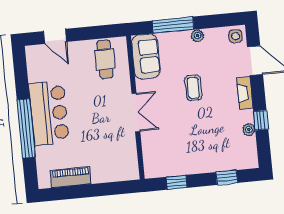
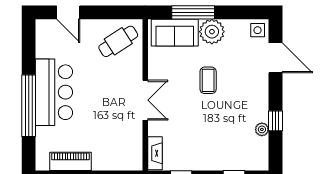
plant: (198, 36) -> (212, 32), width x1.88, depth x1.88
sofa: (146, 56) -> (175, 33), moved, turned 90
cafe table: (105, 59) -> (118, 41), turned 57
fireplace: (245, 93) -> (155, 153), moved, turned 180

